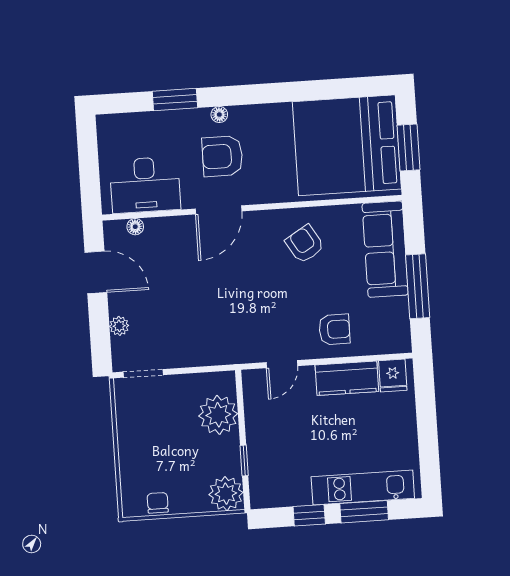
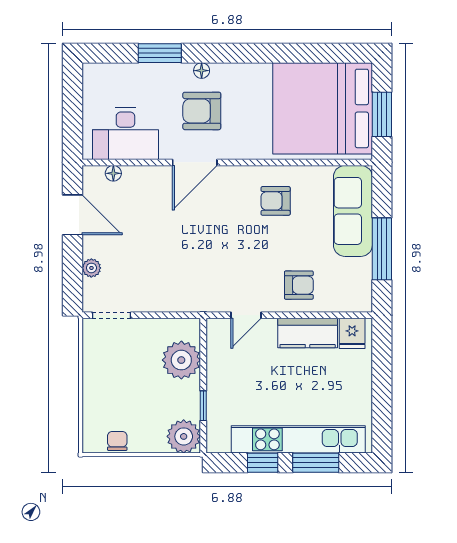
armchair: (305, 244) -> (276, 201), turned -59
kitchen unit: (363, 488) -> (298, 439), width x1.36

